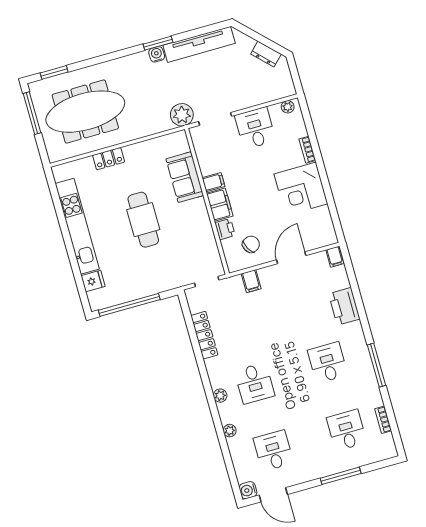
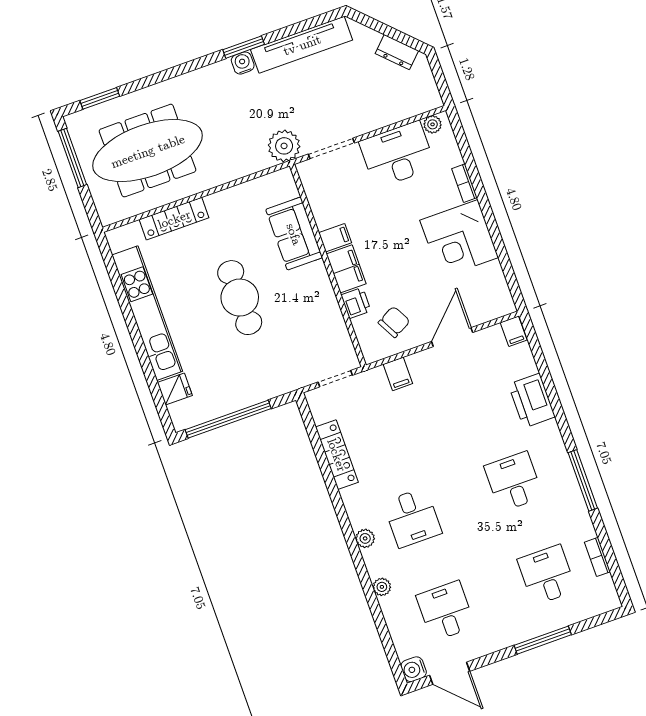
desk: (255, 128) -> (397, 155), width x1.37
locker: (109, 159) -> (174, 219), width x1.53

